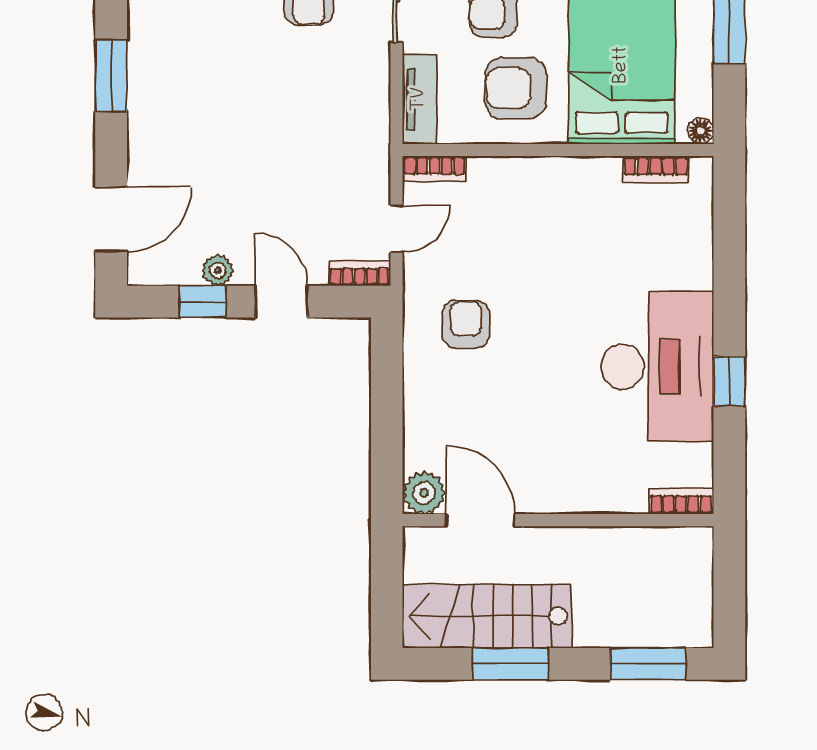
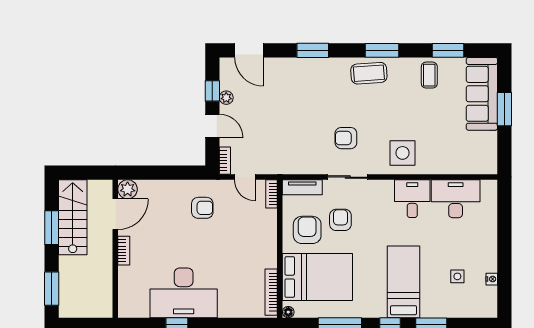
bookcase: (656, 169) -> (271, 292), width x1.56
door: (281, 302) -> (212, 126), hinge flipped
bookcase: (681, 501) -> (124, 251), moved

